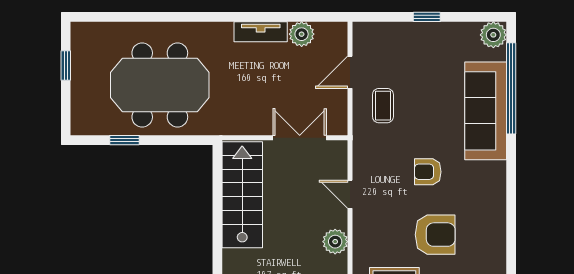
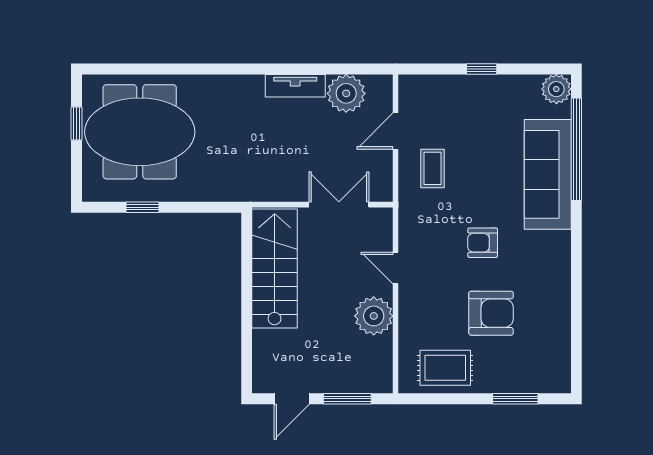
plant: (302, 34) -> (346, 93), width x1.36, depth x1.36
meeting table: (160, 85) -> (140, 132), moved
plant: (335, 242) -> (374, 316), width x1.36, depth x1.36

